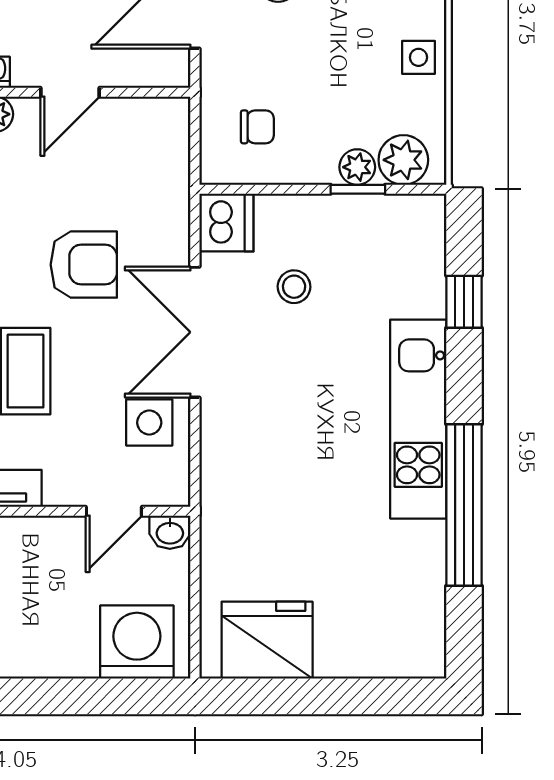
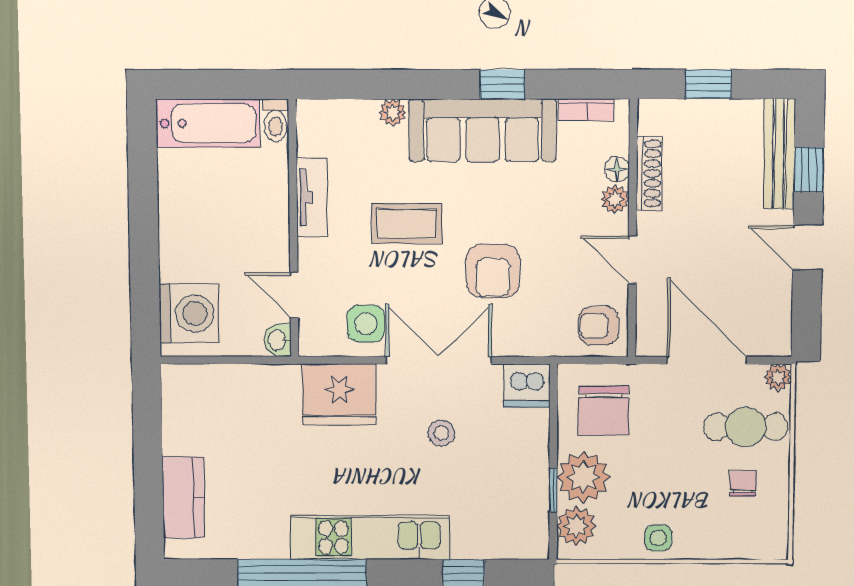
chair: (257, 127) -> (604, 410), width x1.87, depth x1.87
armchair: (152, 133) -> (599, 326), added
plant: (357, 167) -> (583, 477), width x1.88, depth x1.88
stool: (294, 287) -> (441, 433), moved
fridge: (267, 640) -> (339, 395), moved, turned 90
kitchen counter: (368, 653) -> (183, 498), added

